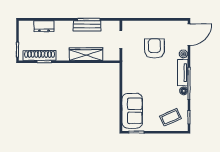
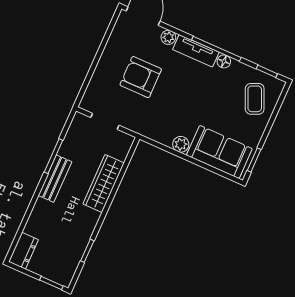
dresser: (44, 26) -> (24, 251), moved
bench: (87, 26) -> (55, 179), moved
shoe rack: (40, 55) -> (75, 254), removed
plant: (127, 87) -> (181, 144), added

